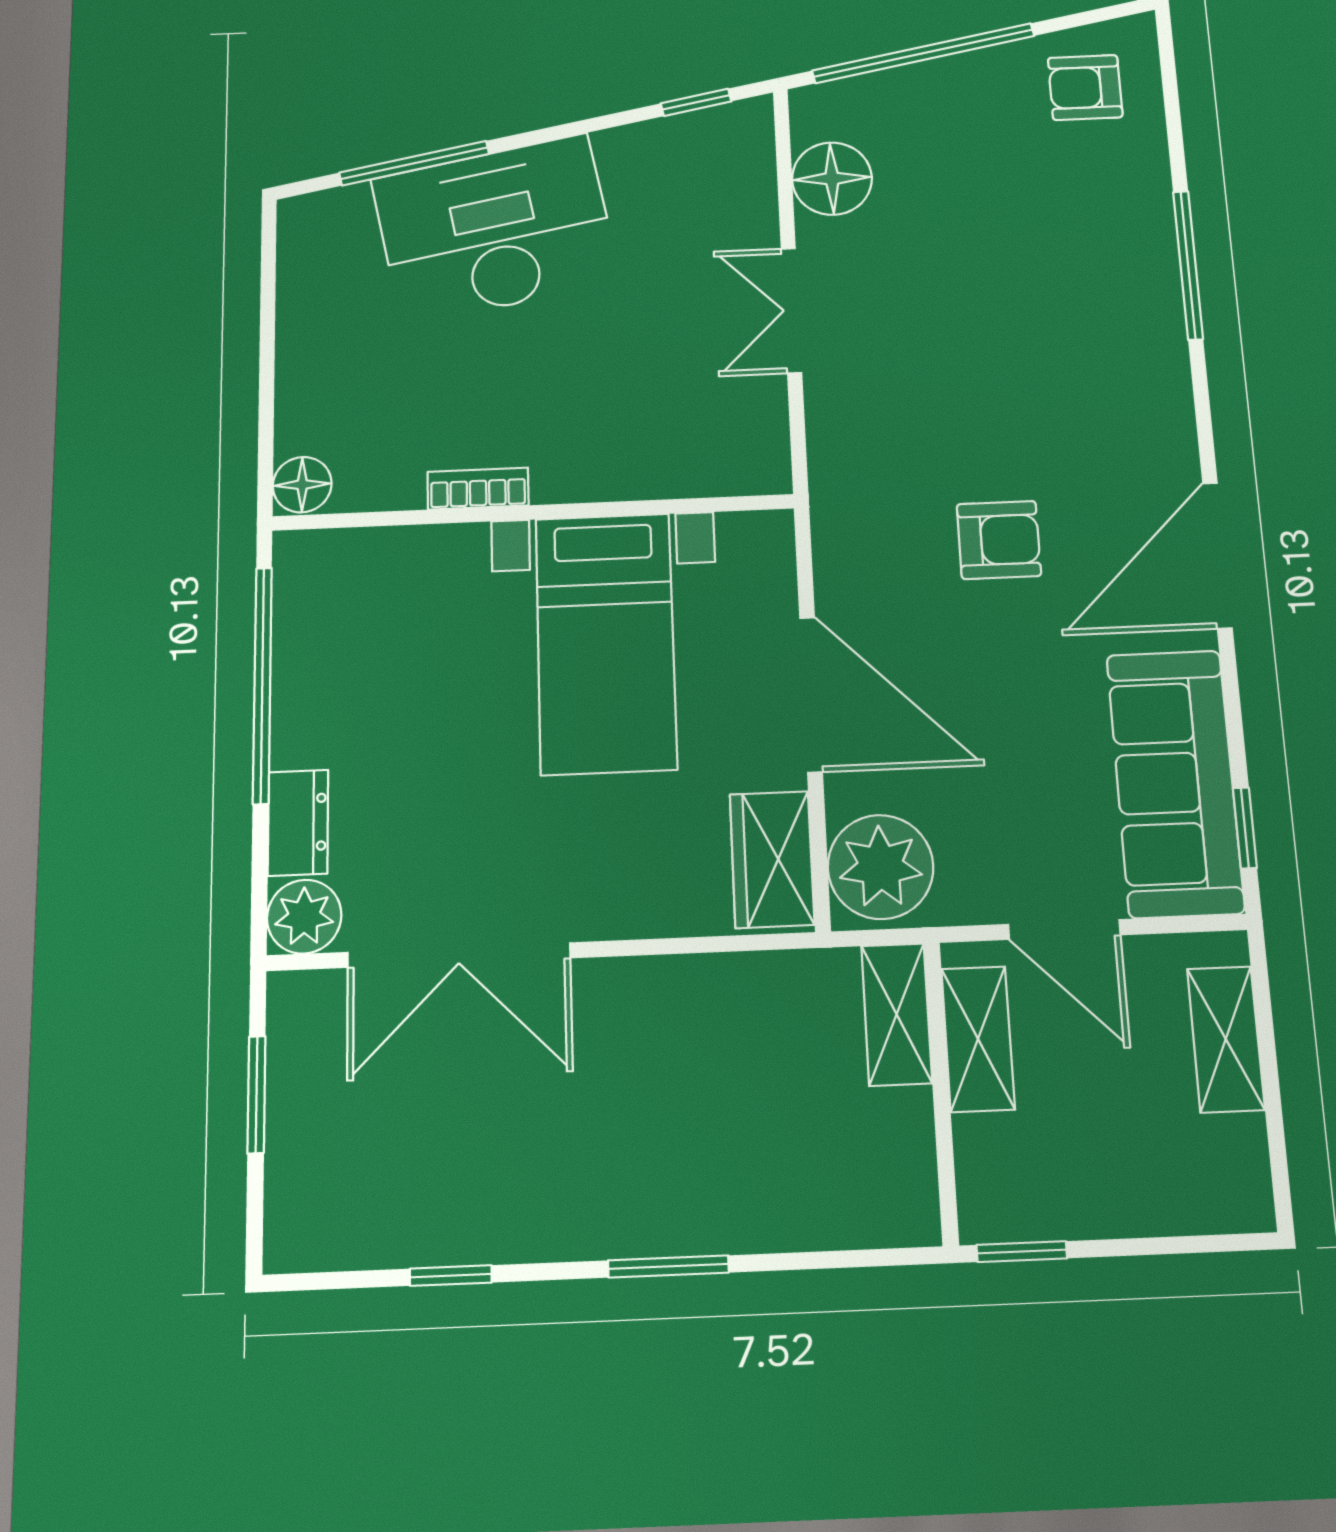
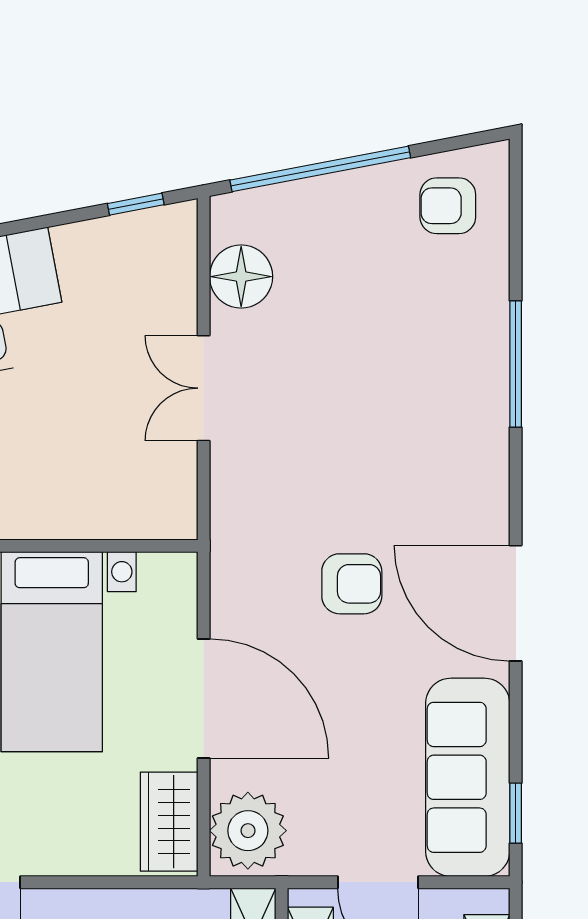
door: (1217, 555) -> (516, 603), hinge flipped

